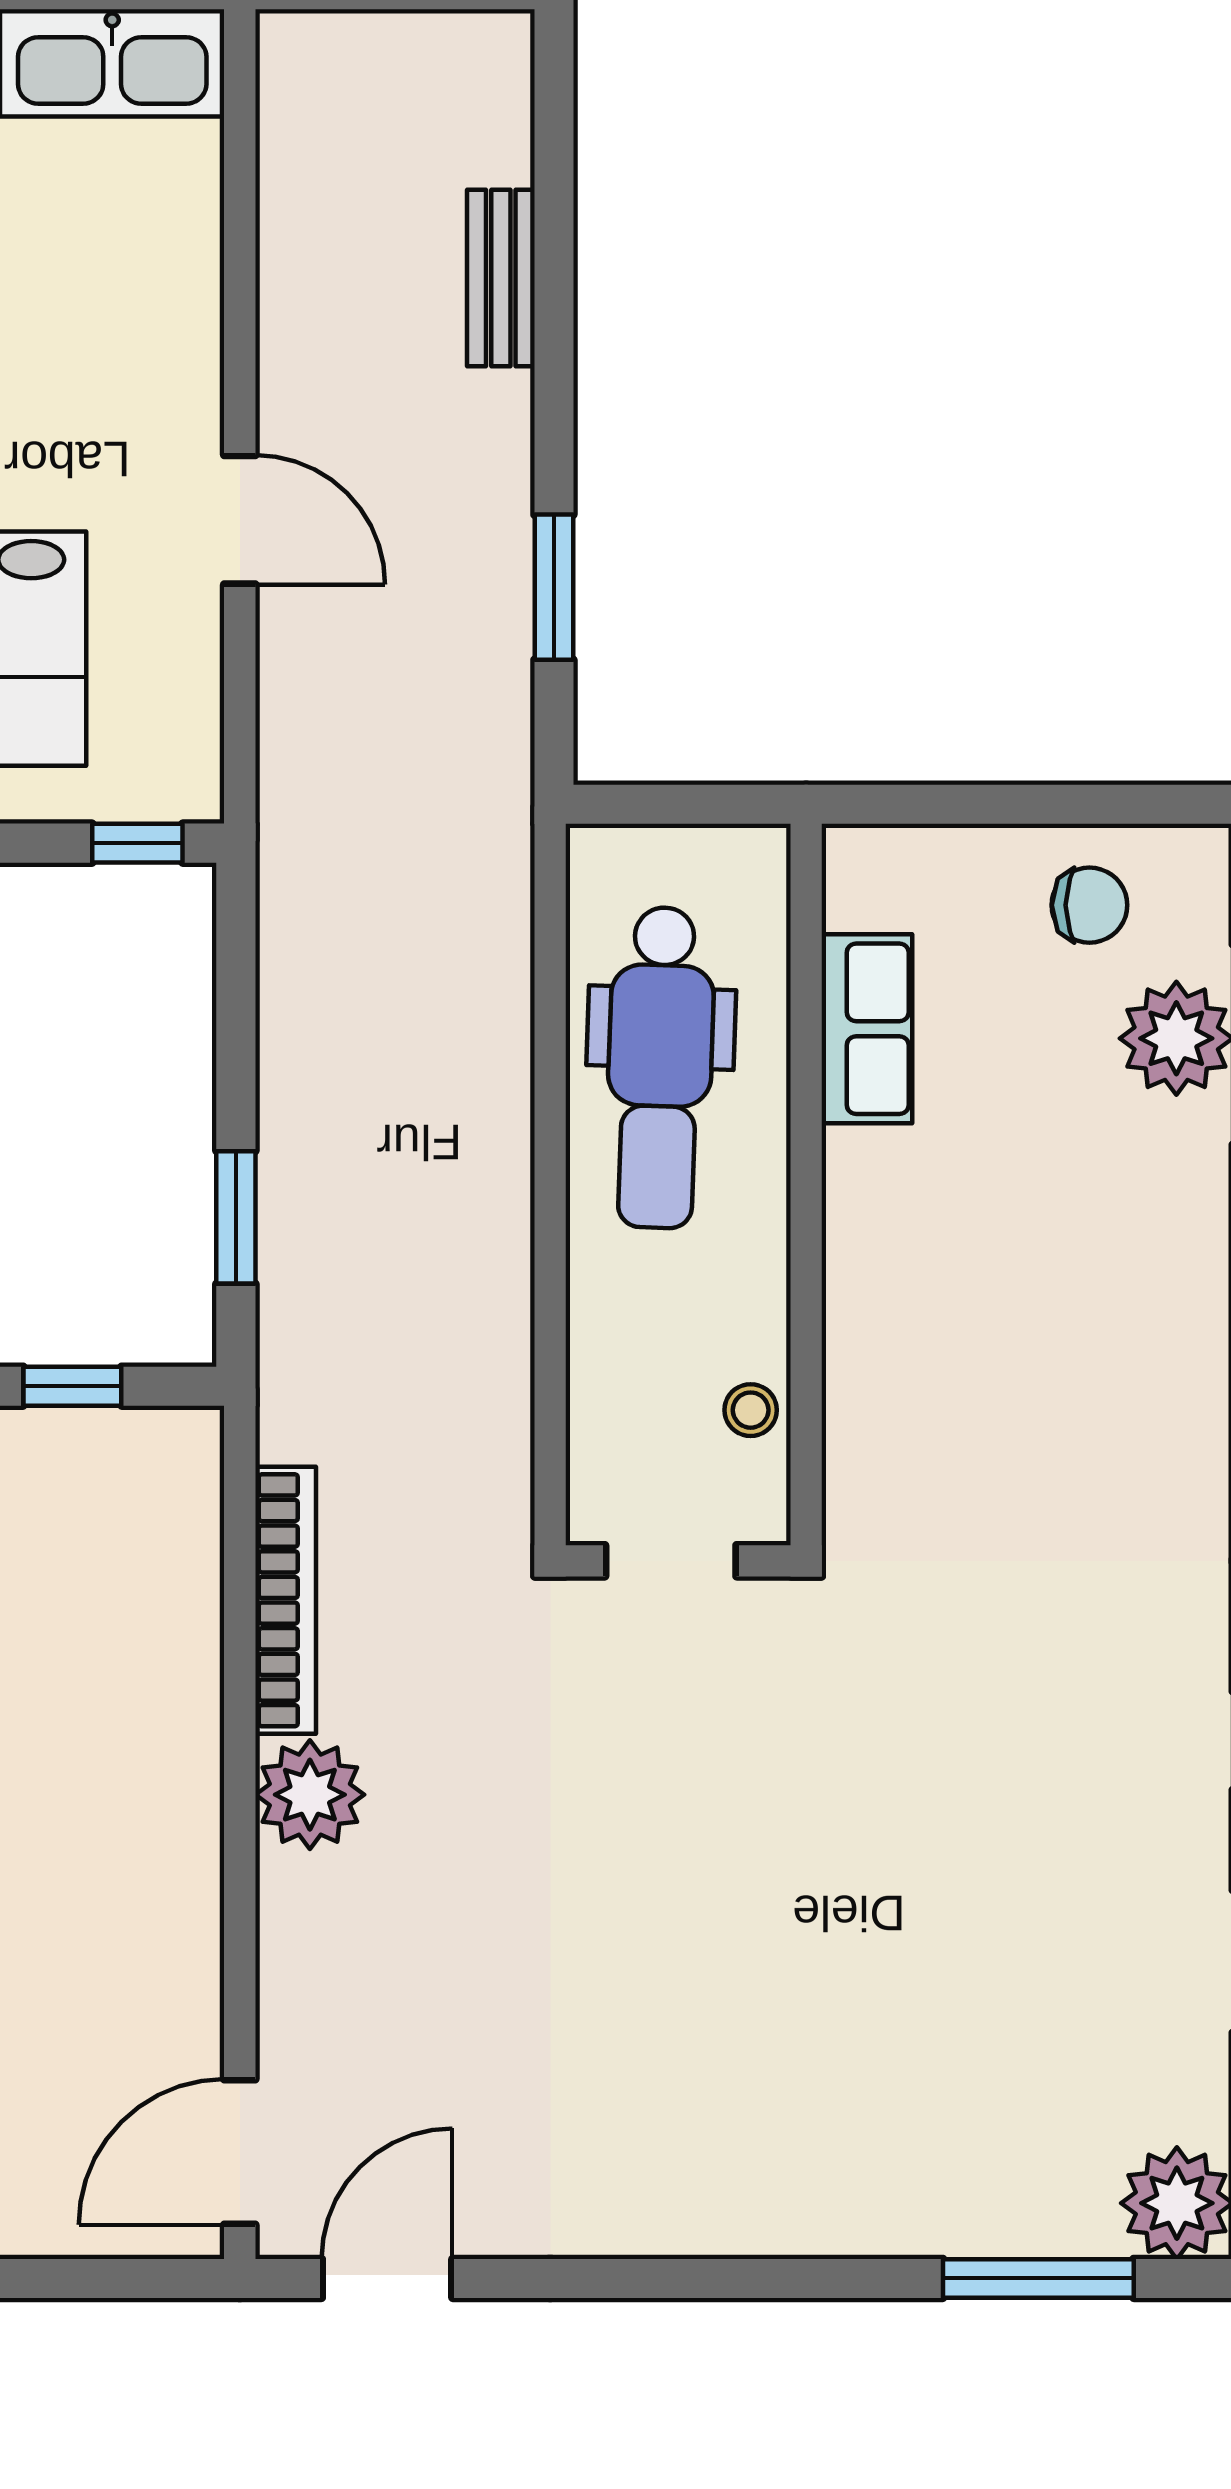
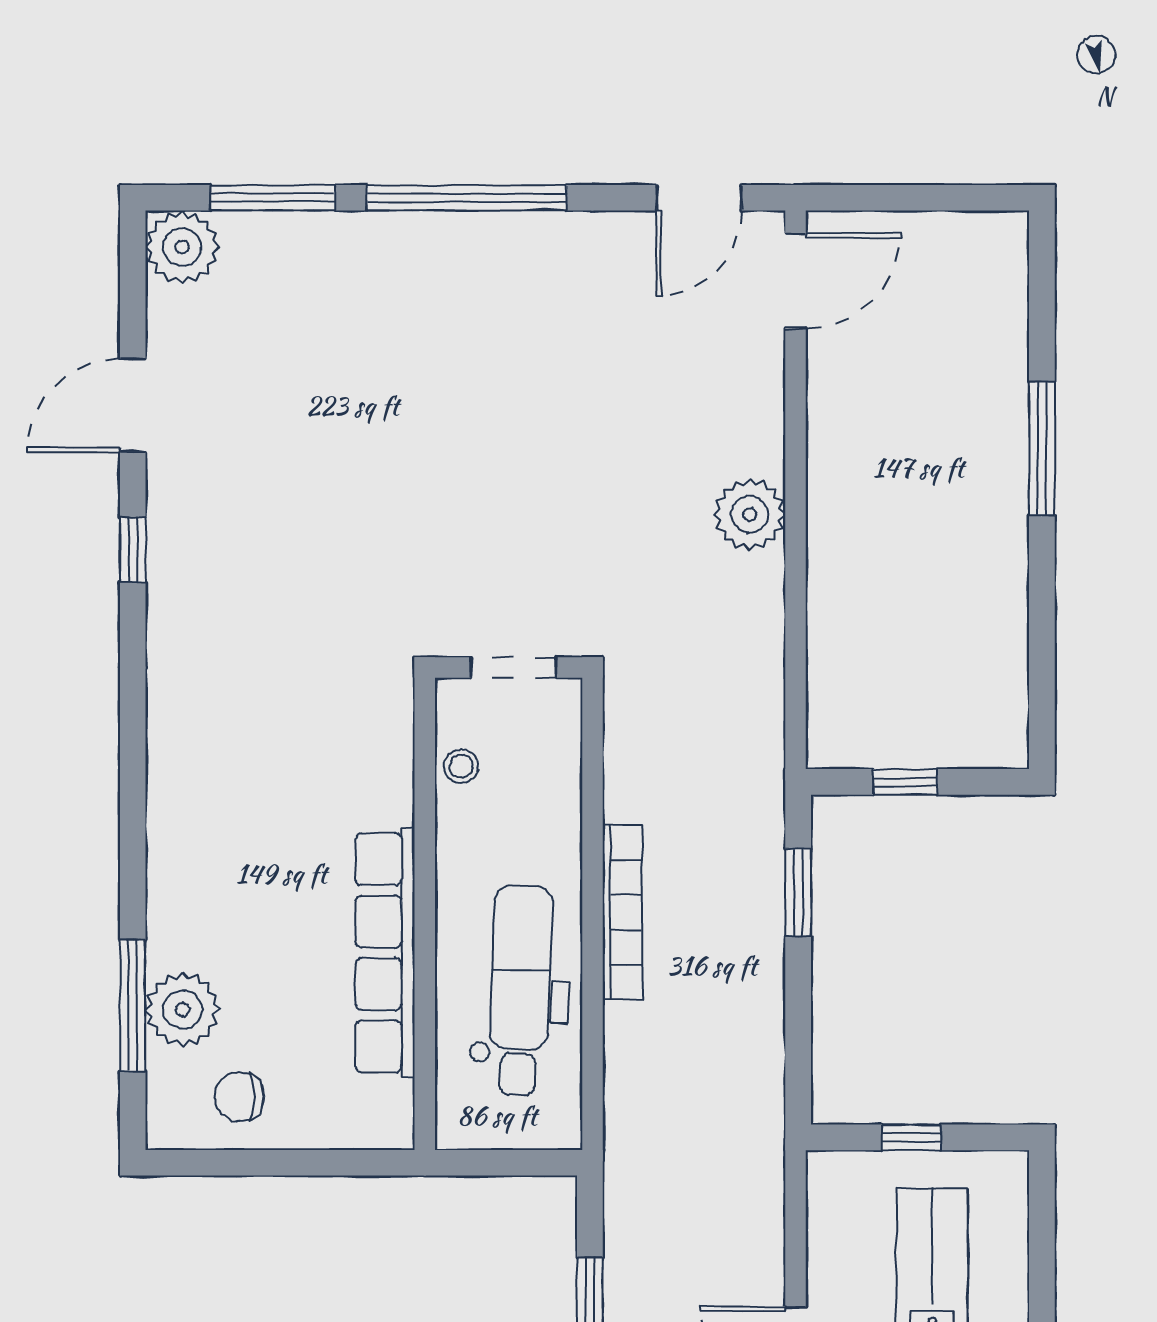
window: (137, 843) -> (912, 1137), moved
row of seats: (867, 1029) -> (385, 953), width x2.02
bookcase: (286, 1600) -> (622, 912), moved, turned 180
window: (742, 2278) -> (467, 198), added

